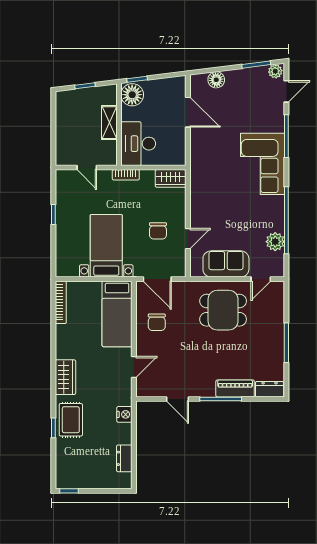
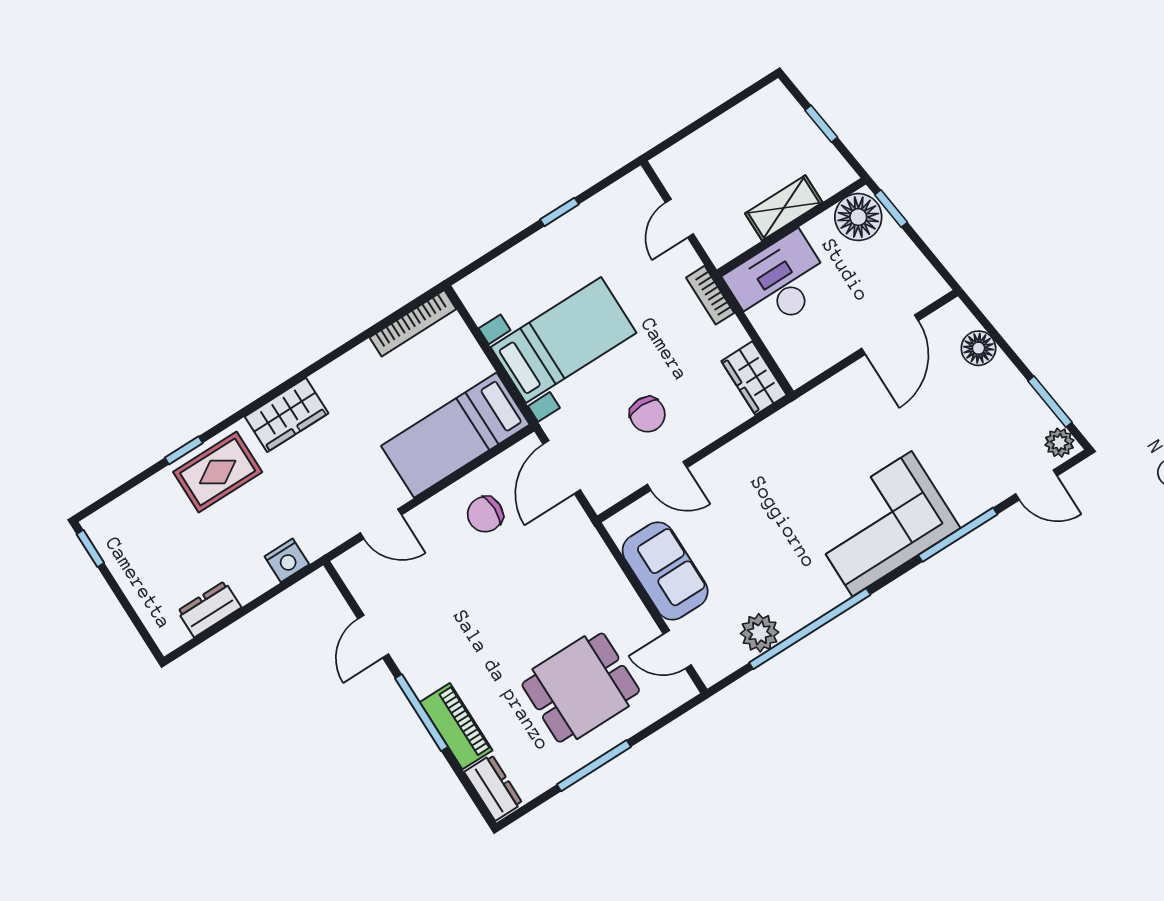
chair: (158, 231) -> (647, 414), turned -90
dining table: (223, 310) -> (581, 688), moved, turned 90

